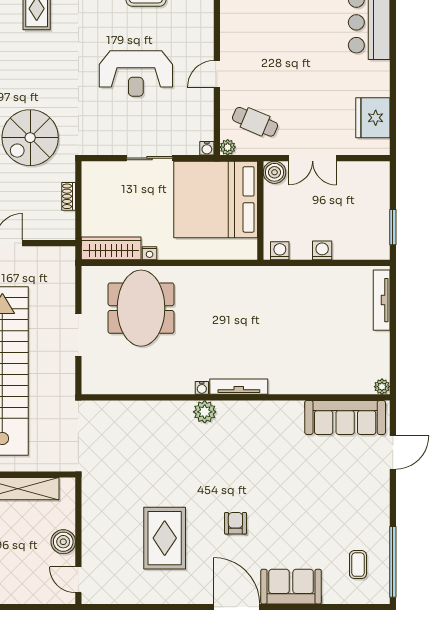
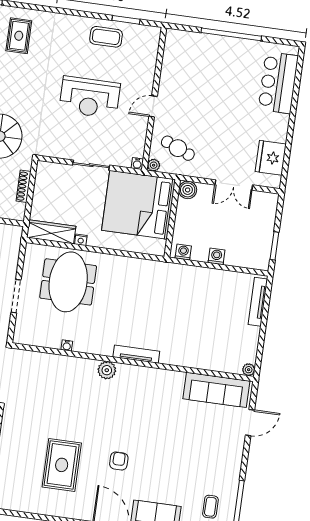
double door: (313, 158) -> (234, 185), moved
shoe rack: (69, 196) -> (24, 186), width x1.43
water cooler: (202, 388) -> (67, 345), moved

